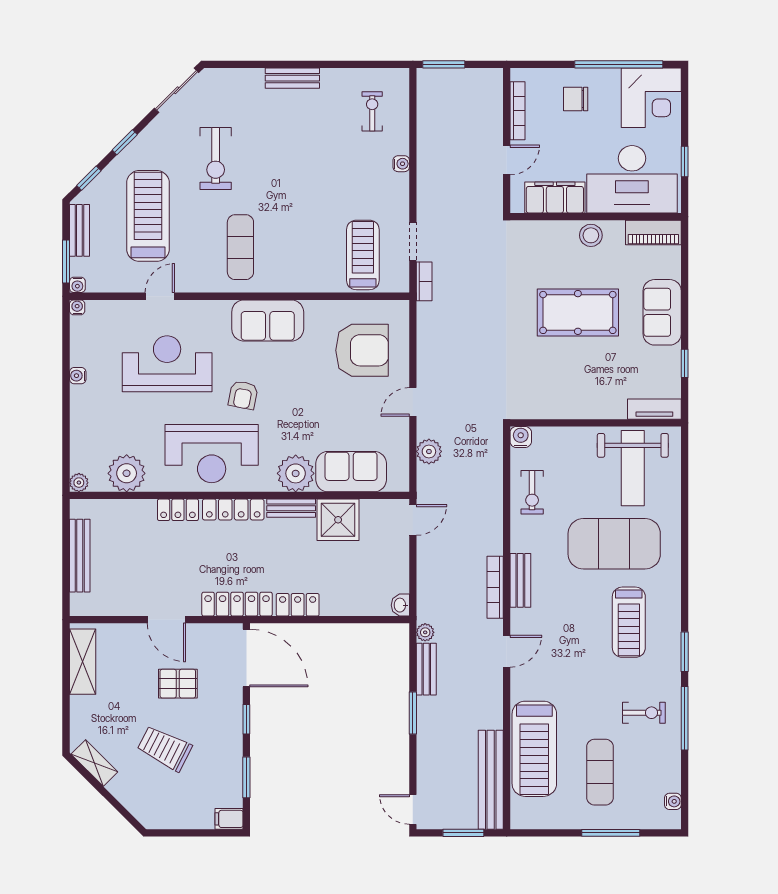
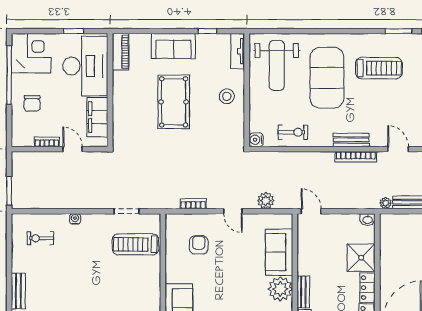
bookcase: (518, 111) -> (47, 142), width x0.64
stool: (591, 235) -> (227, 96), moved
bookcase: (424, 281) -> (193, 204), moved
armchair: (362, 350) -> (199, 245), width x0.53, depth x0.53
weight bench: (633, 468) -> (277, 65), turned 90
shower: (338, 520) -> (361, 258), moved

